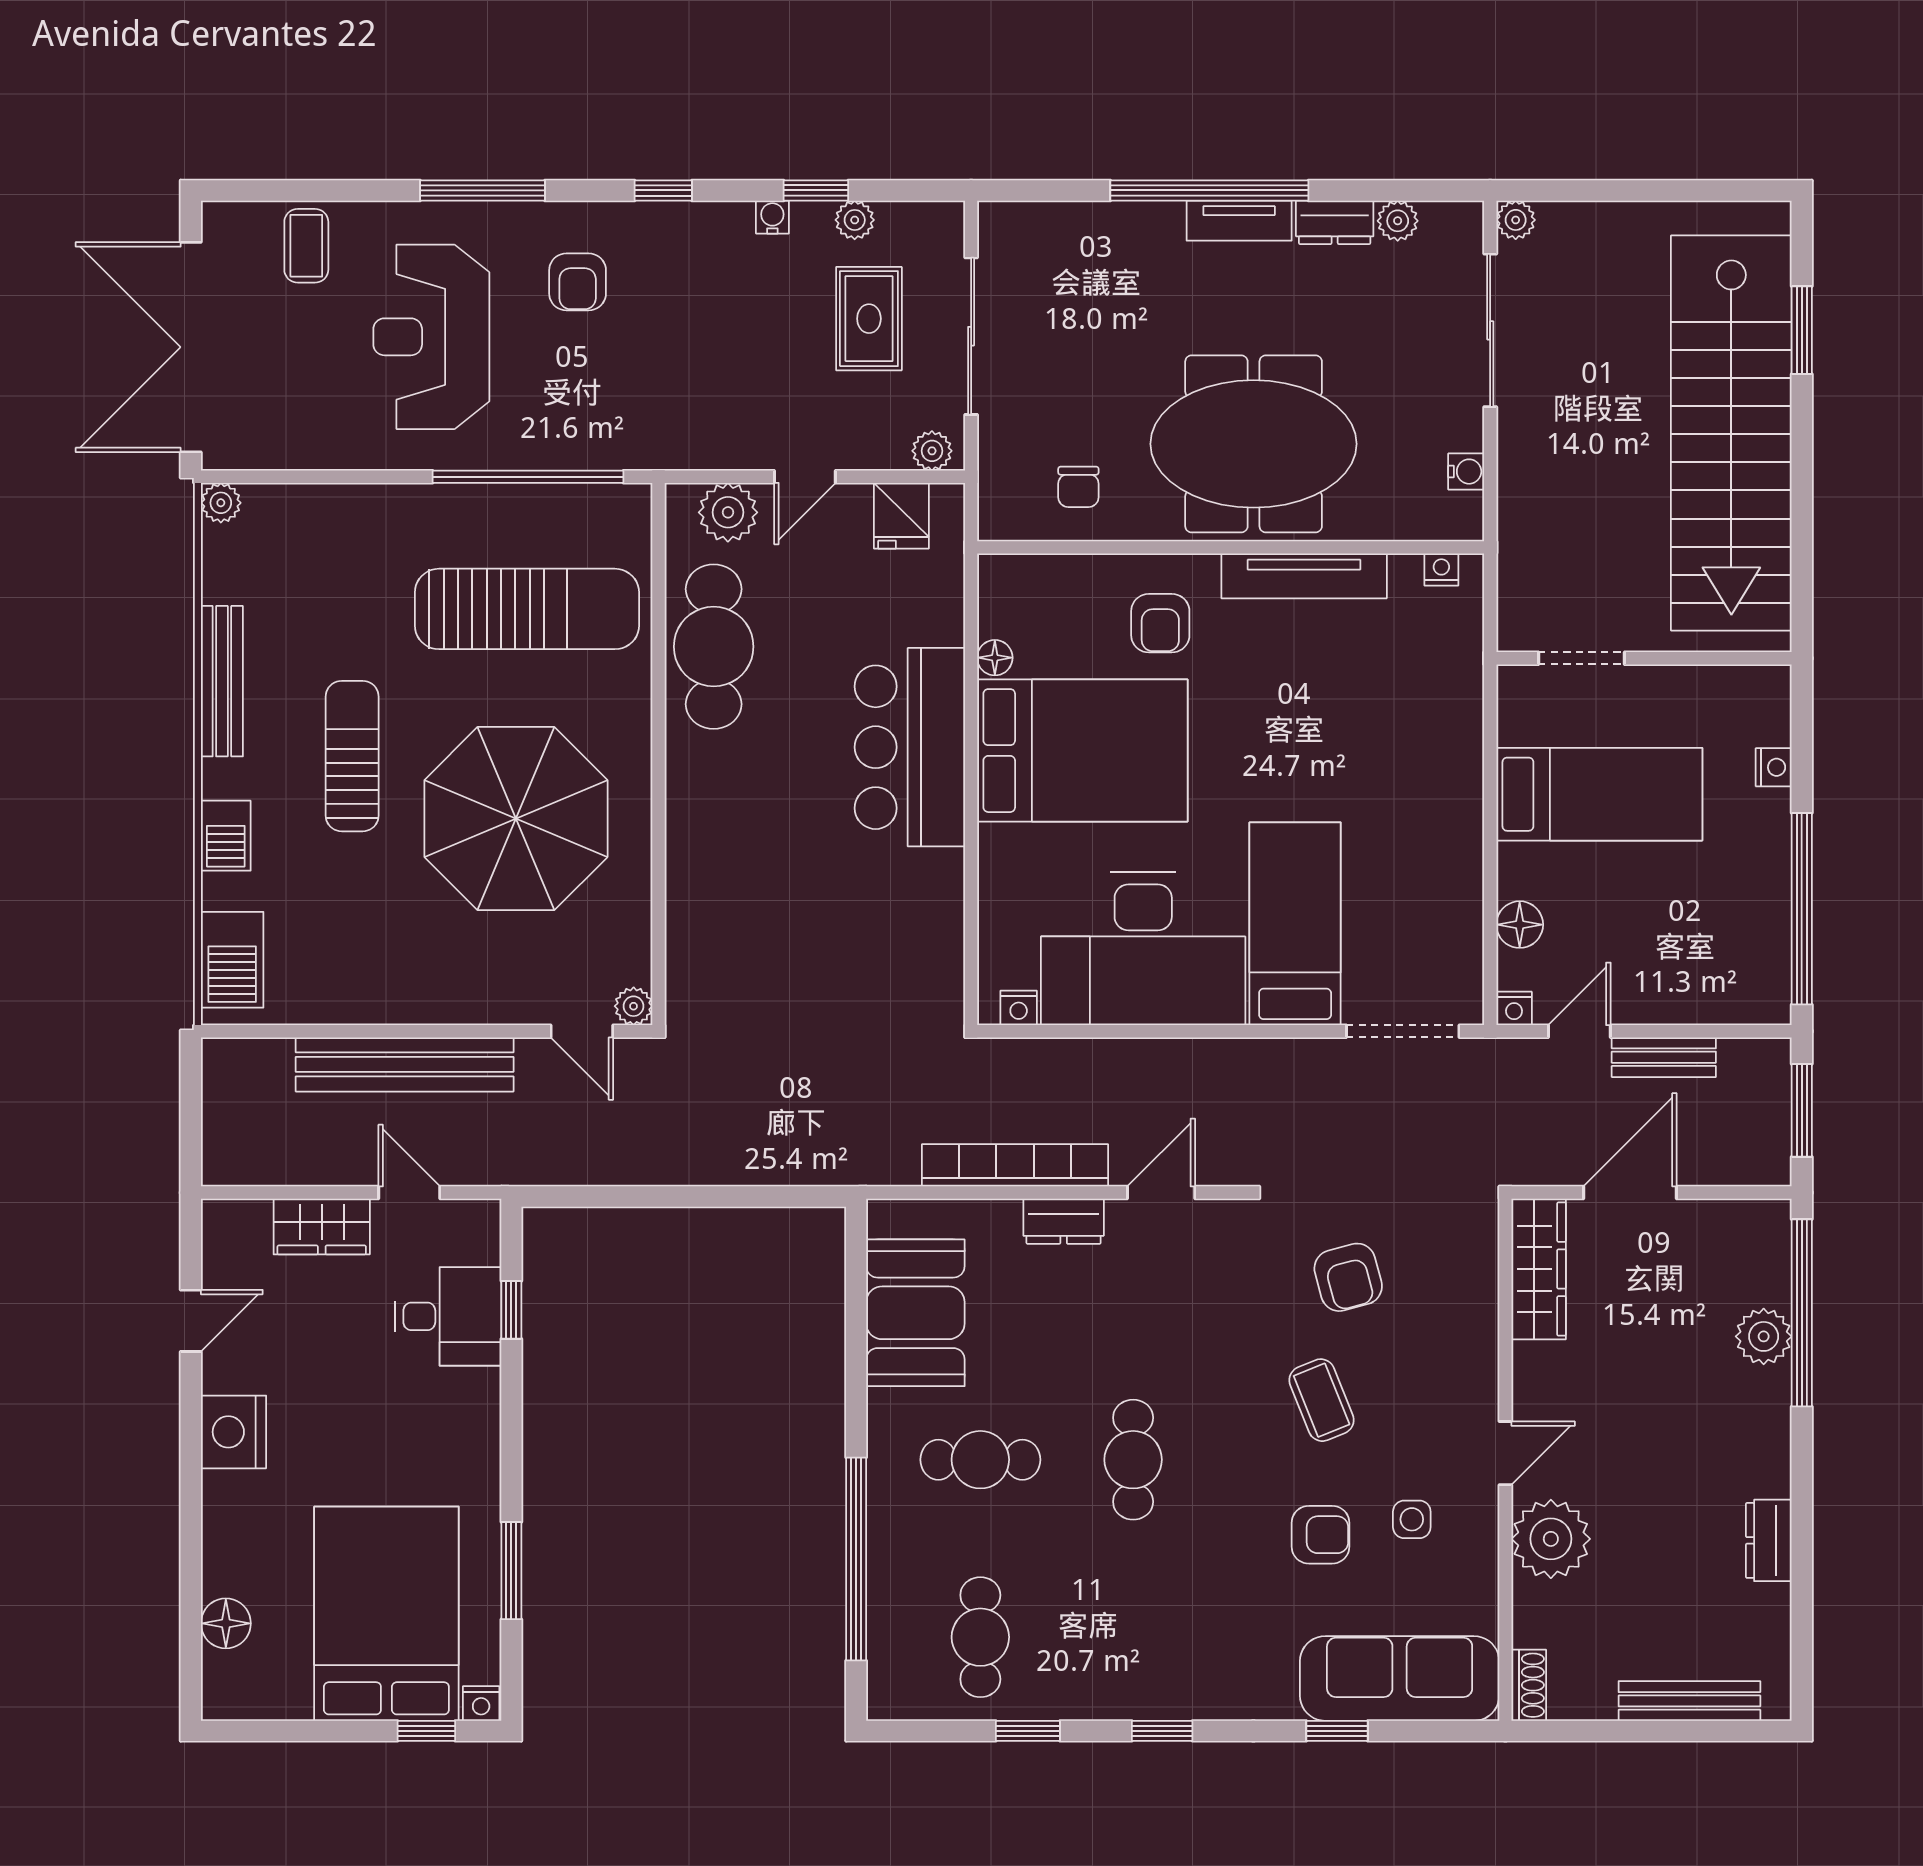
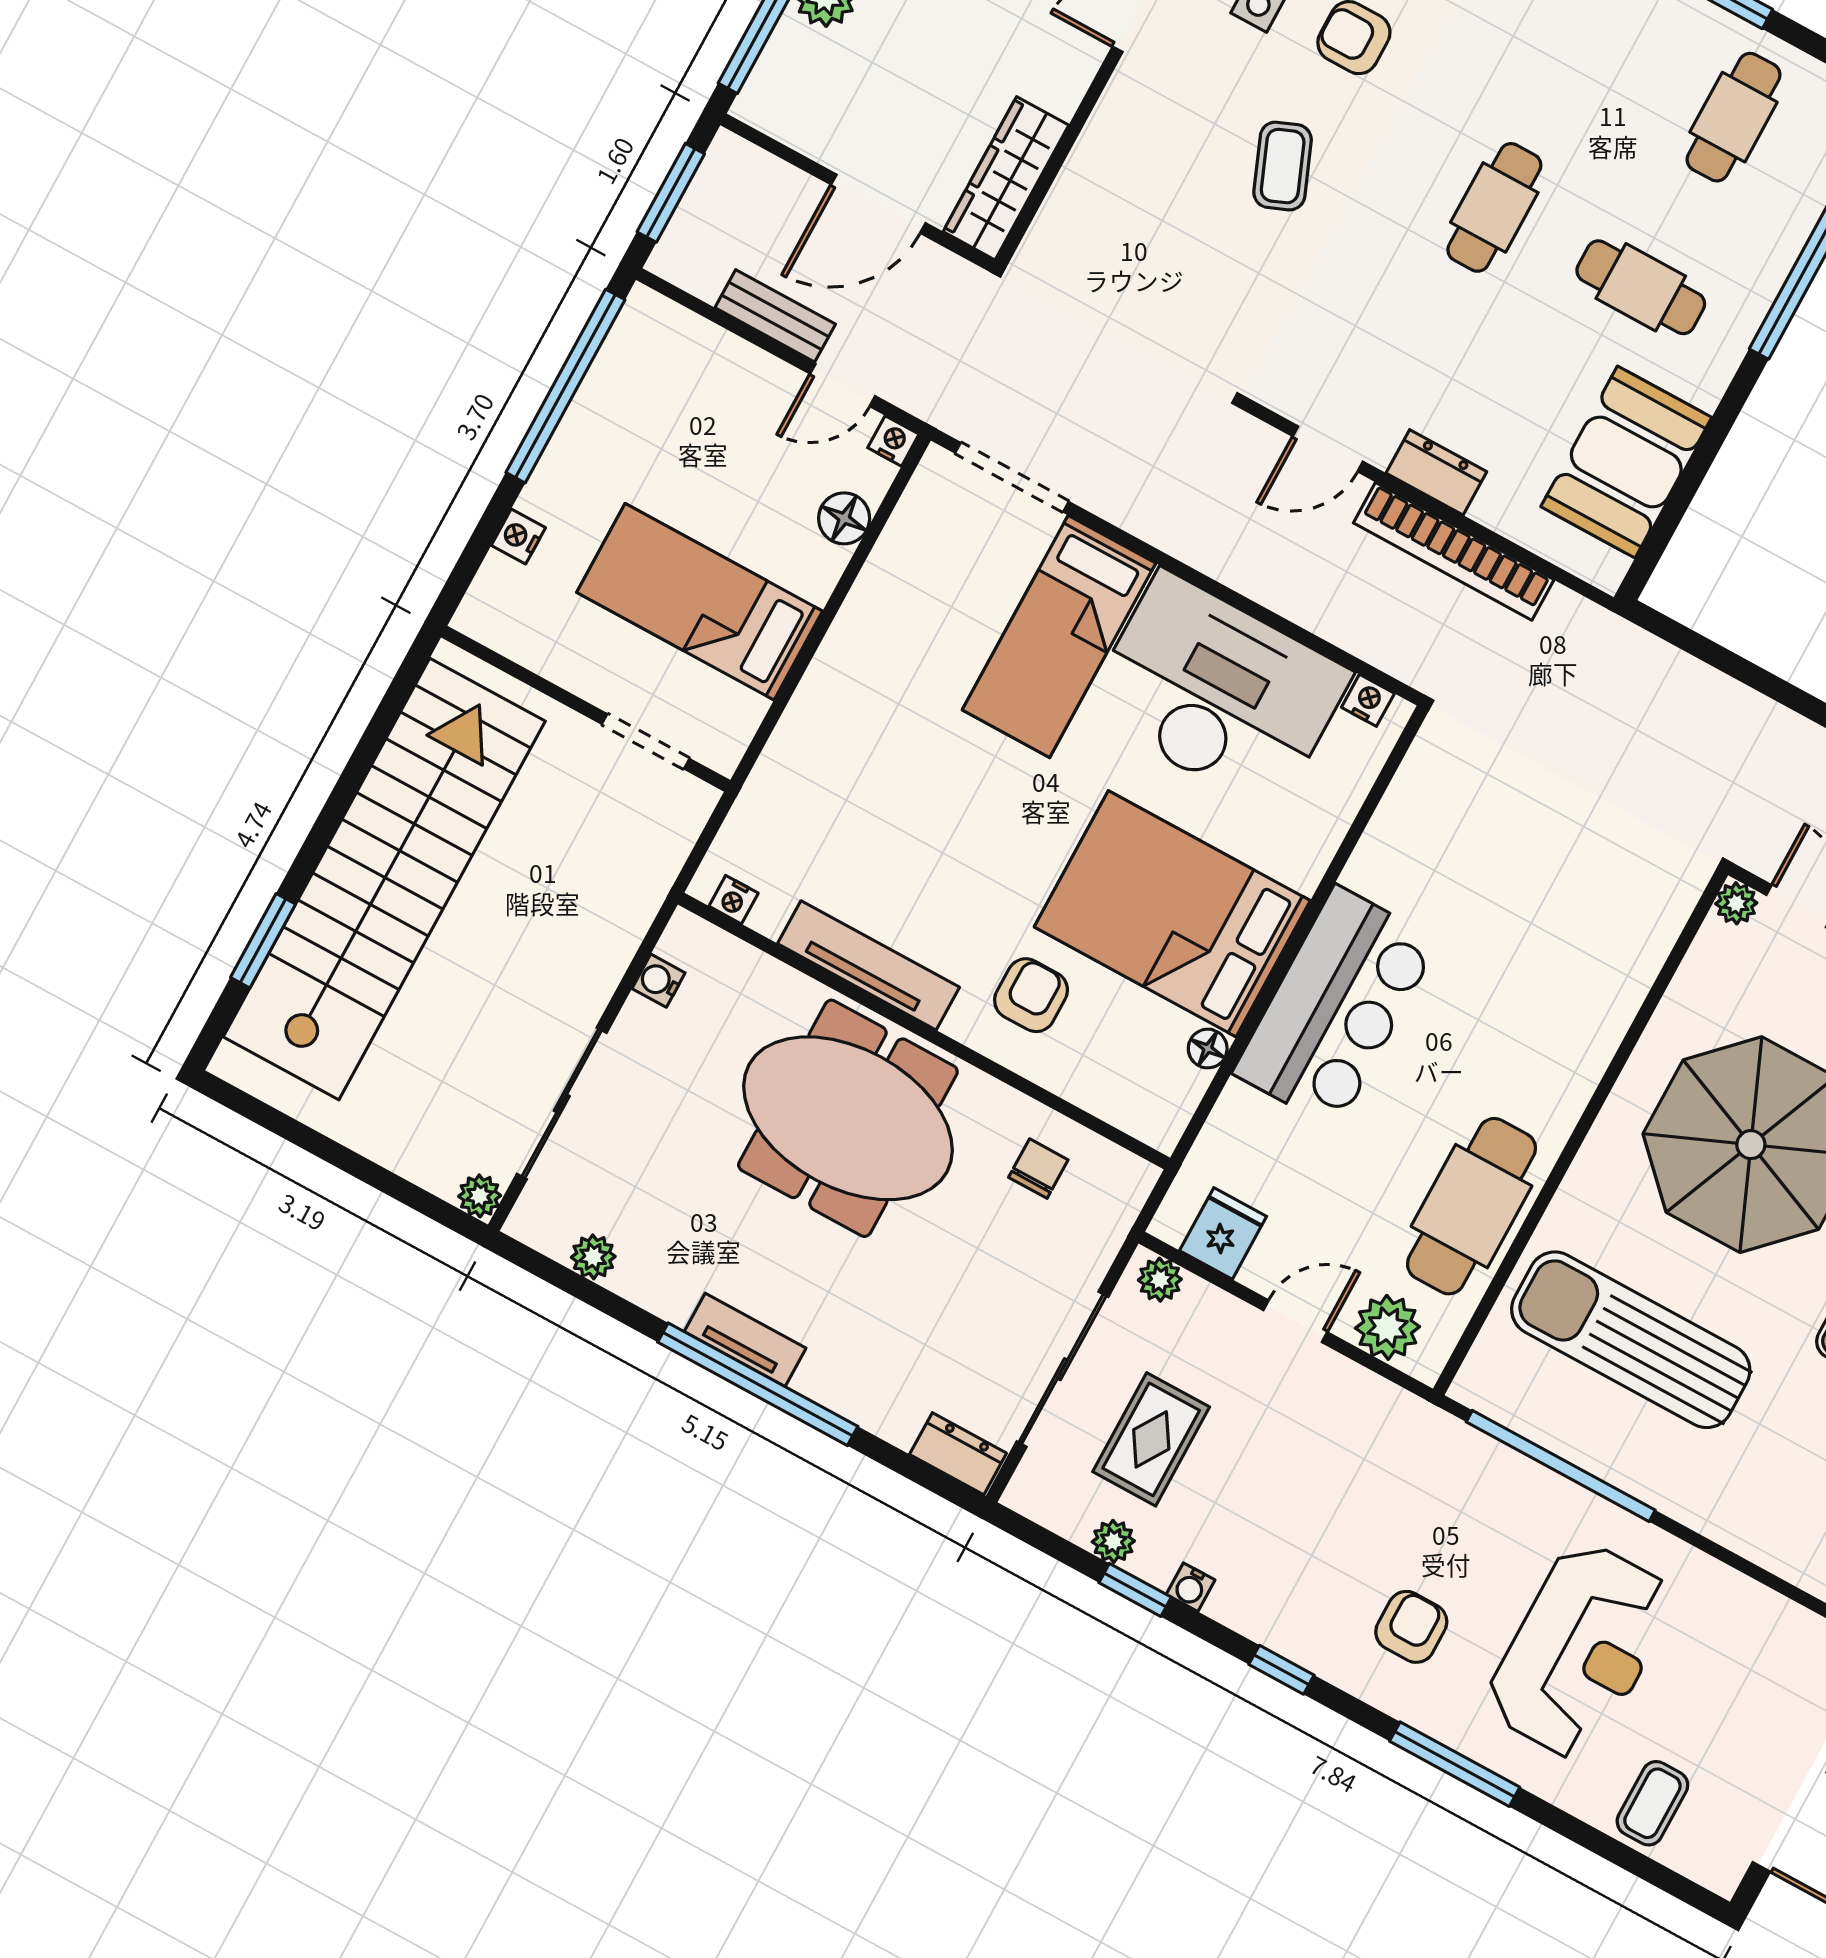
dresser: (1335, 222) -> (958, 1454), moved
armchair: (1348, 1277) -> (1193, 270), removed

